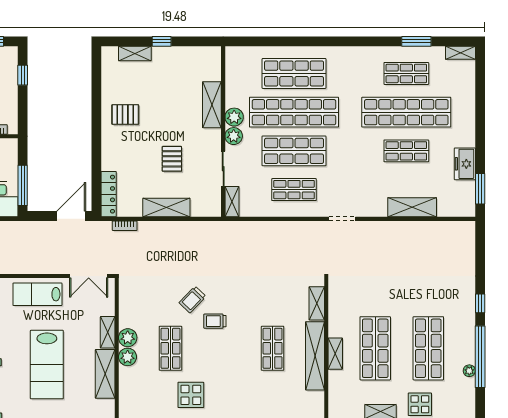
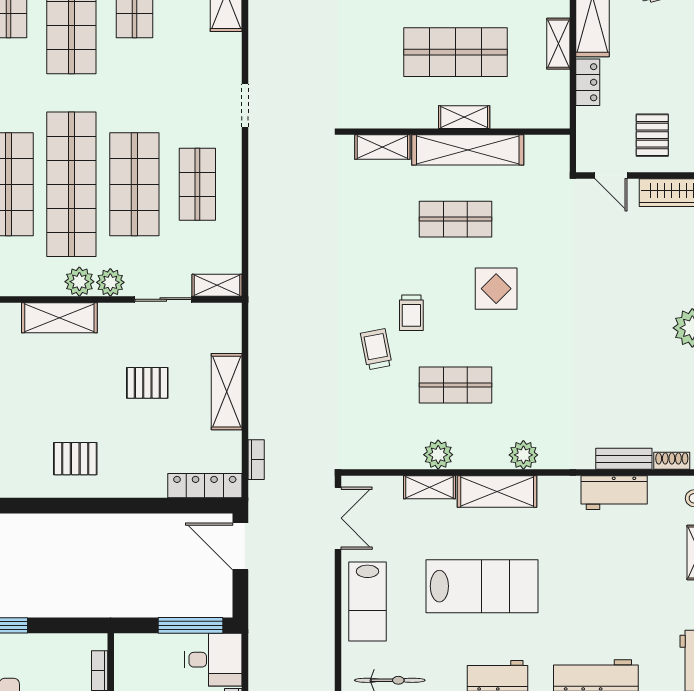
pallet: (125, 115) -> (75, 459), turned 90
trolley: (193, 300) -> (376, 349), turned -145
plant: (128, 357) -> (523, 455), moved
display table: (191, 395) -> (496, 289), moved

